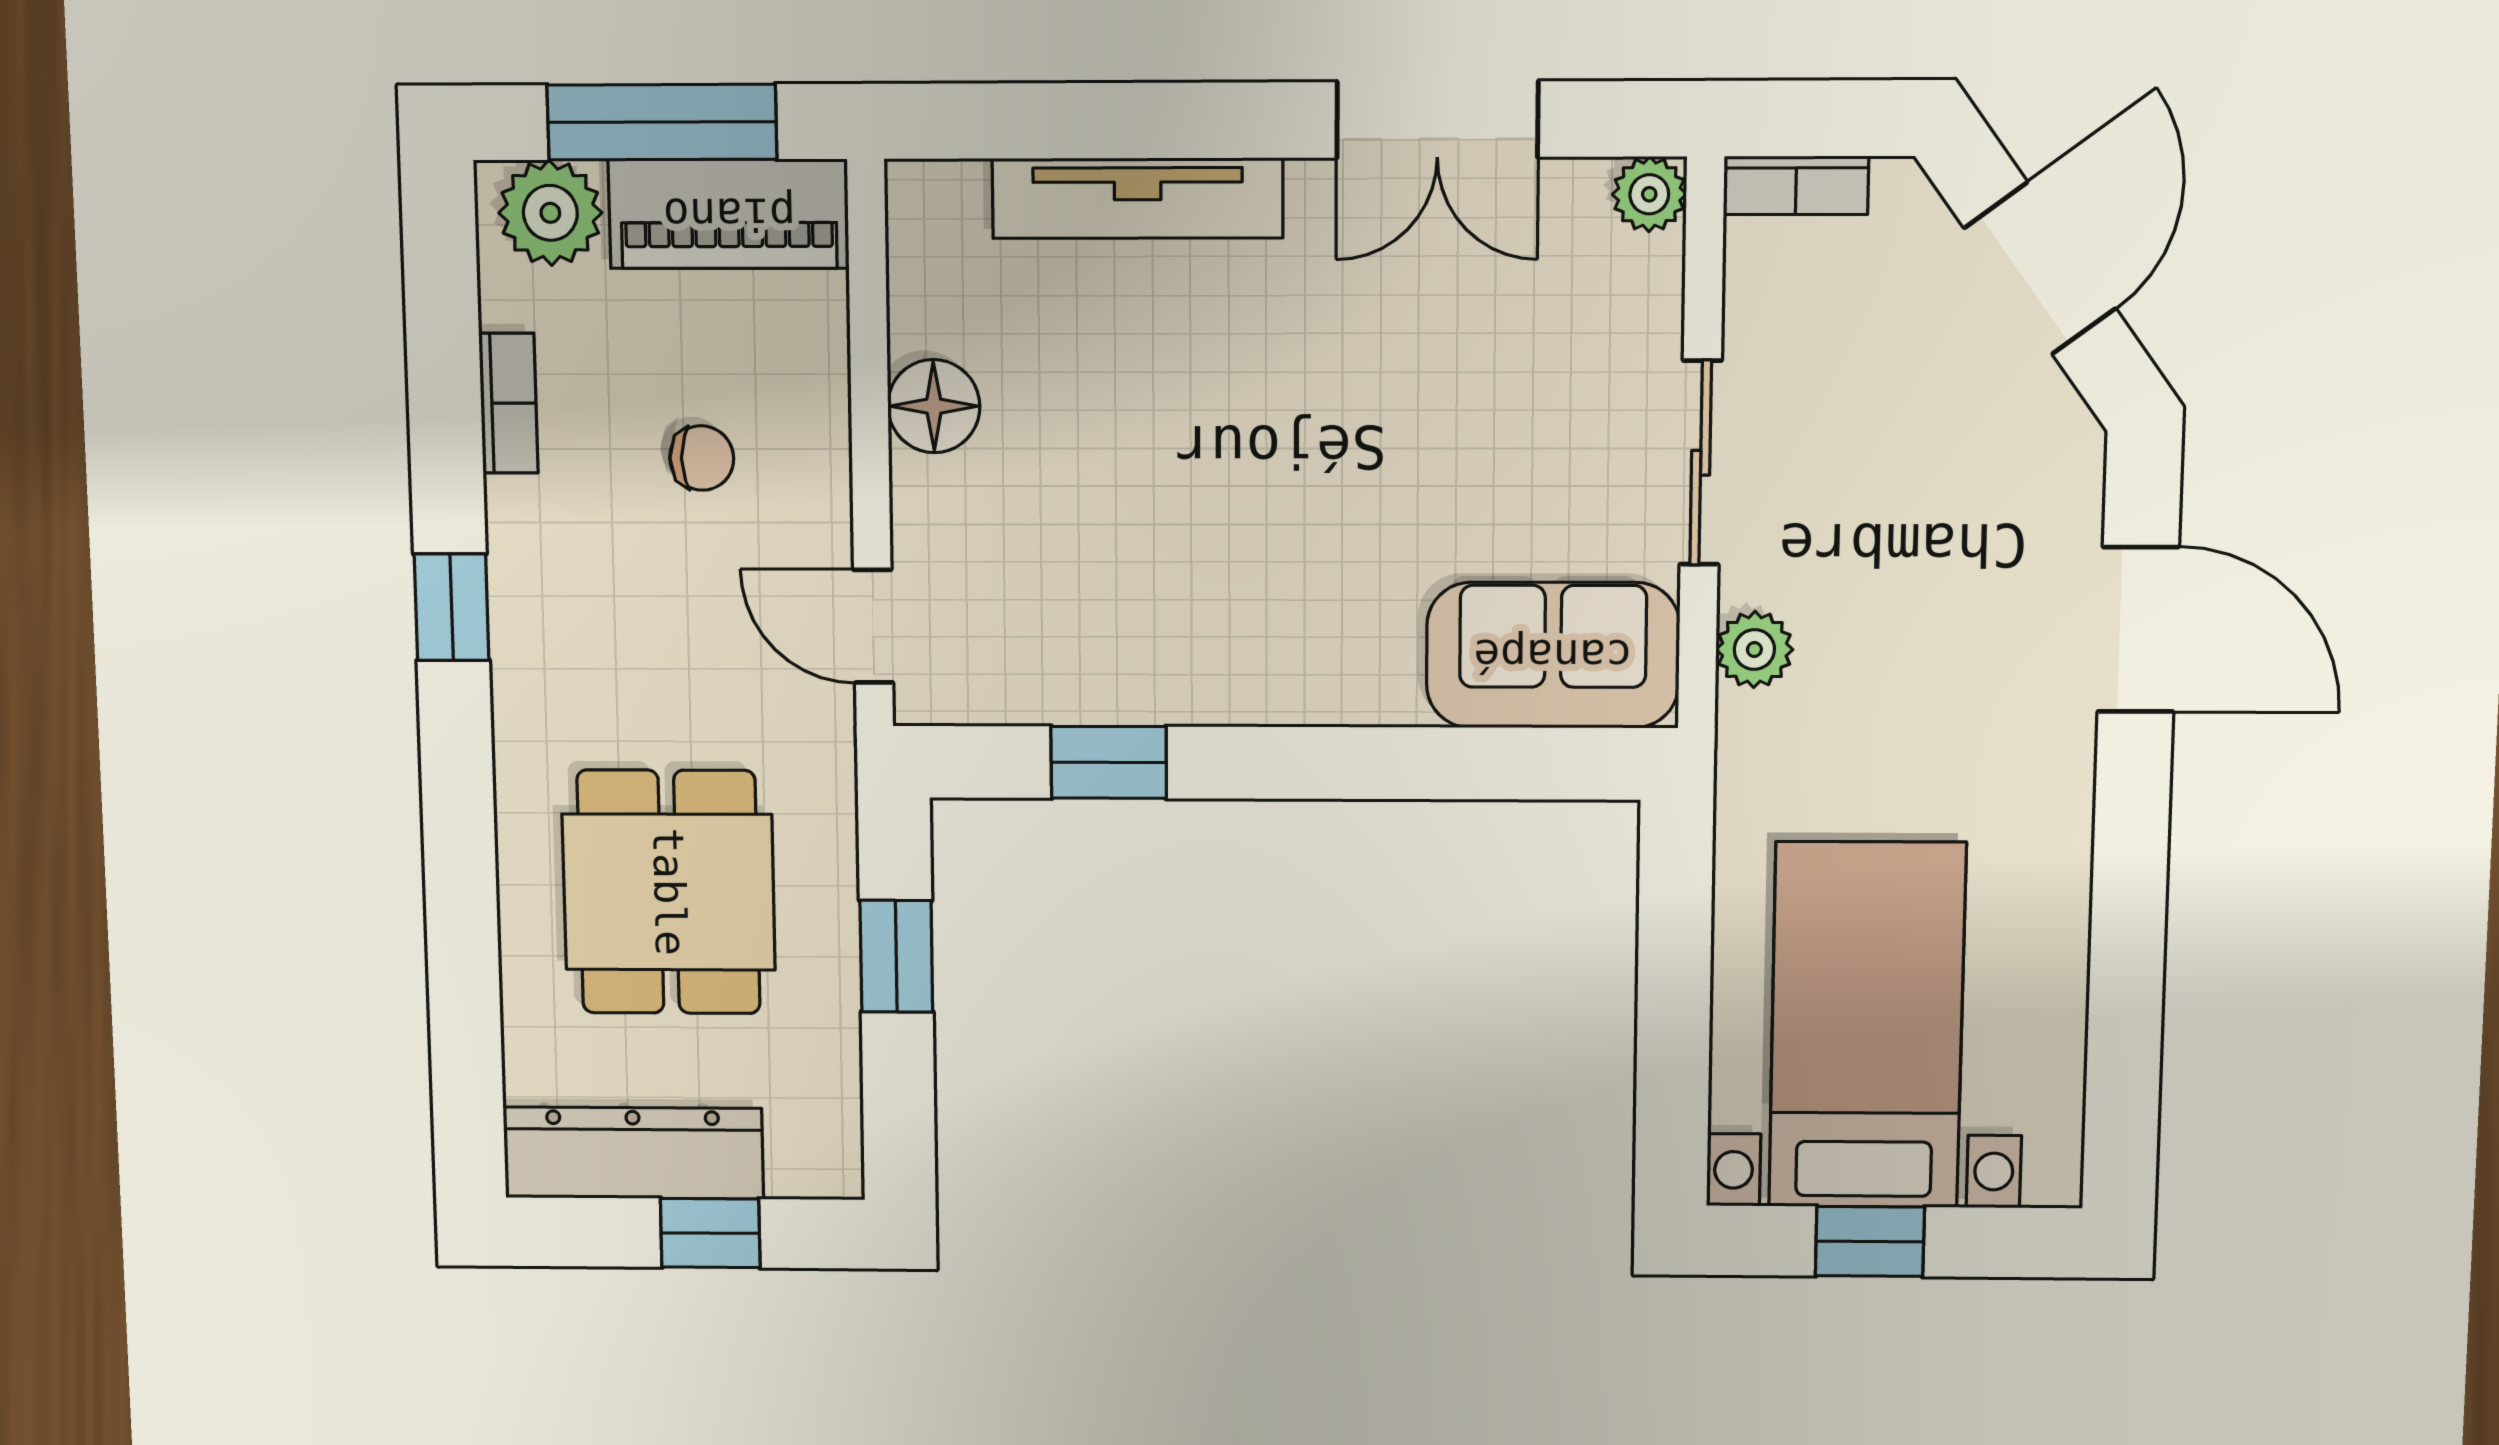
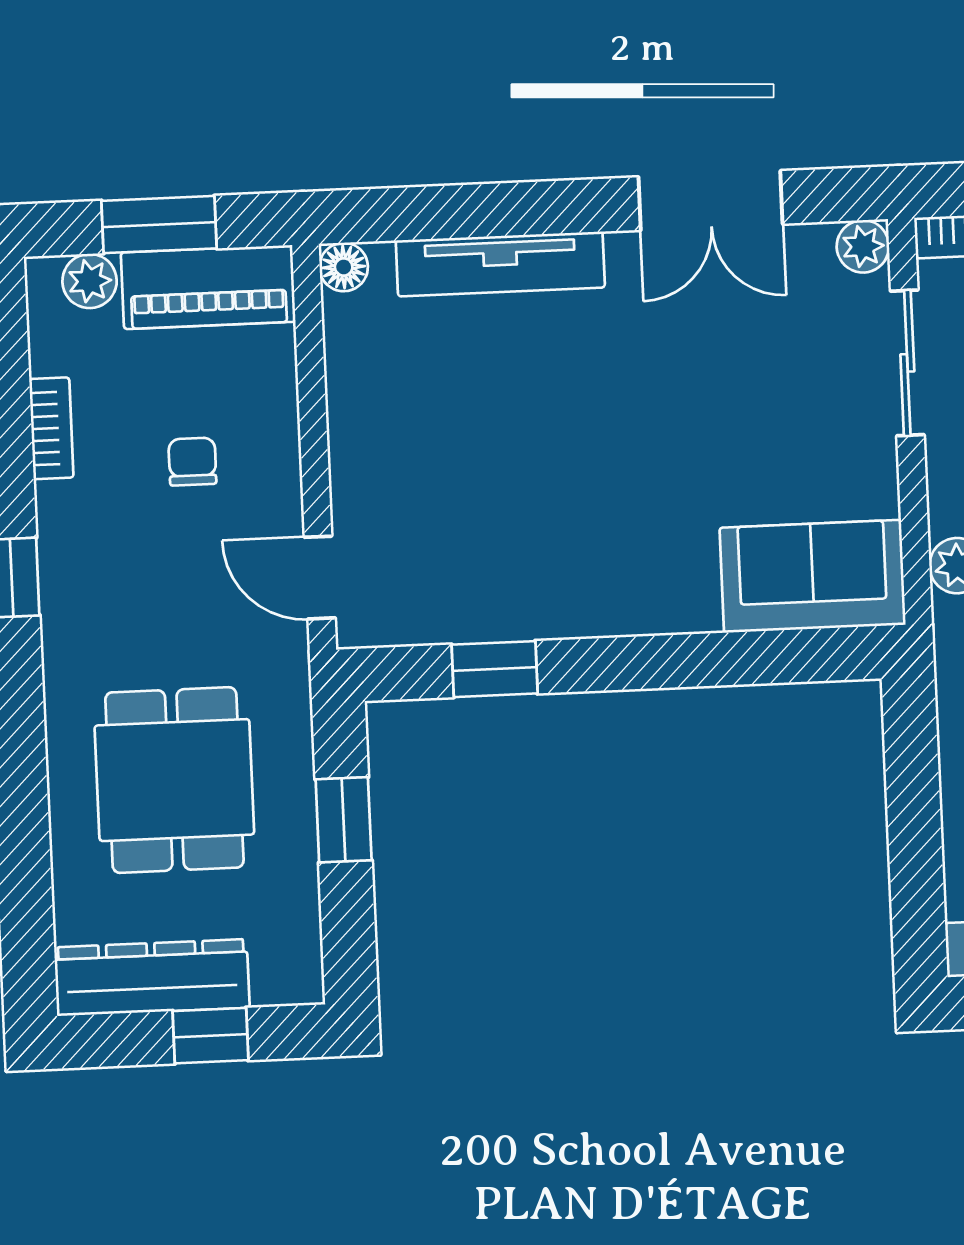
window: (662, 122) -> (159, 225), width x0.69
plant: (550, 213) -> (90, 281), width x0.73, depth x0.73
floor lamp: (934, 406) -> (344, 267), moved, width x0.73, depth x0.73
chair: (702, 458) -> (192, 462), turned -90
sliding door: (1701, 463) -> (907, 363), moved

